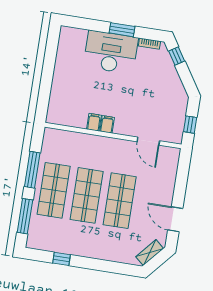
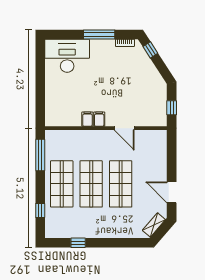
window: (122, 30) -> (99, 34), width x1.44
desk: (111, 52) -> (67, 56), moved
door: (148, 141) -> (124, 128), moved
window: (32, 170) -> (40, 155), moved
window: (25, 216) -> (40, 210), width x0.46

